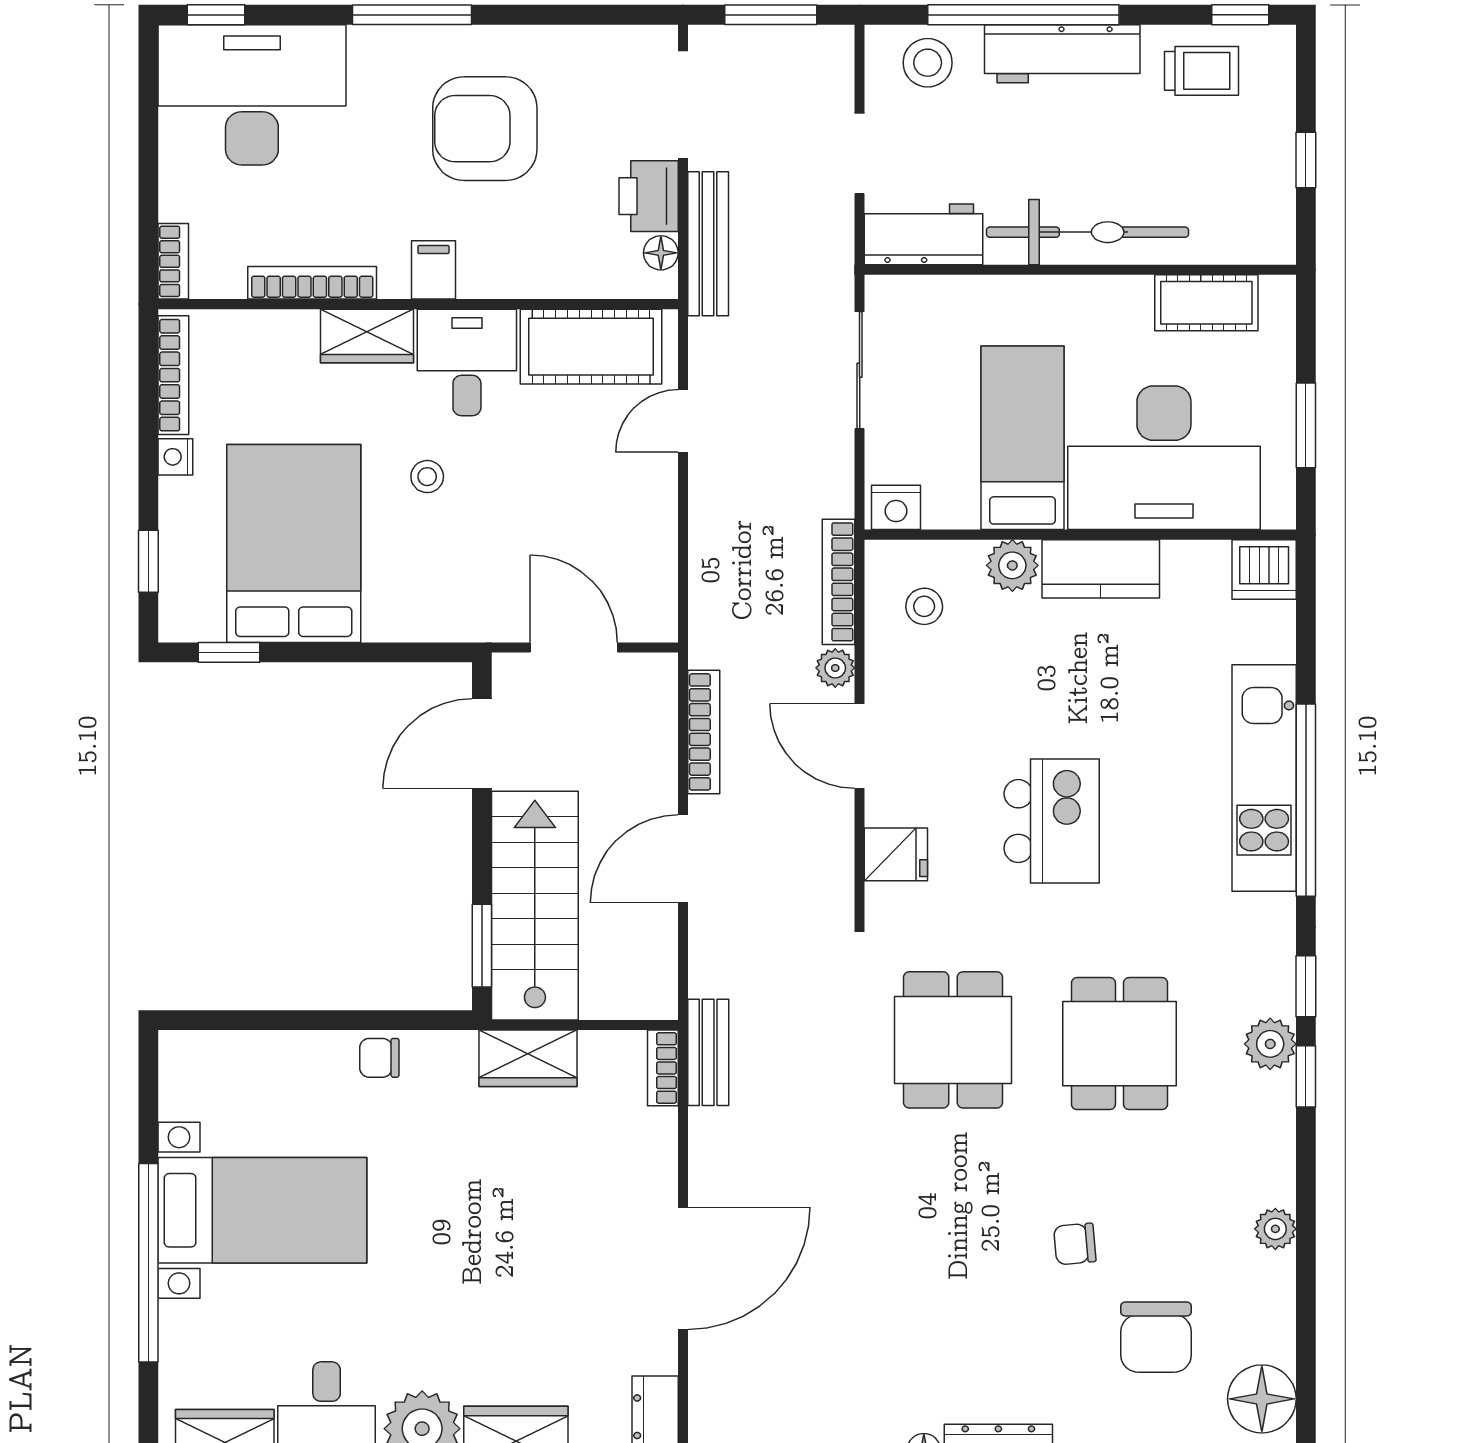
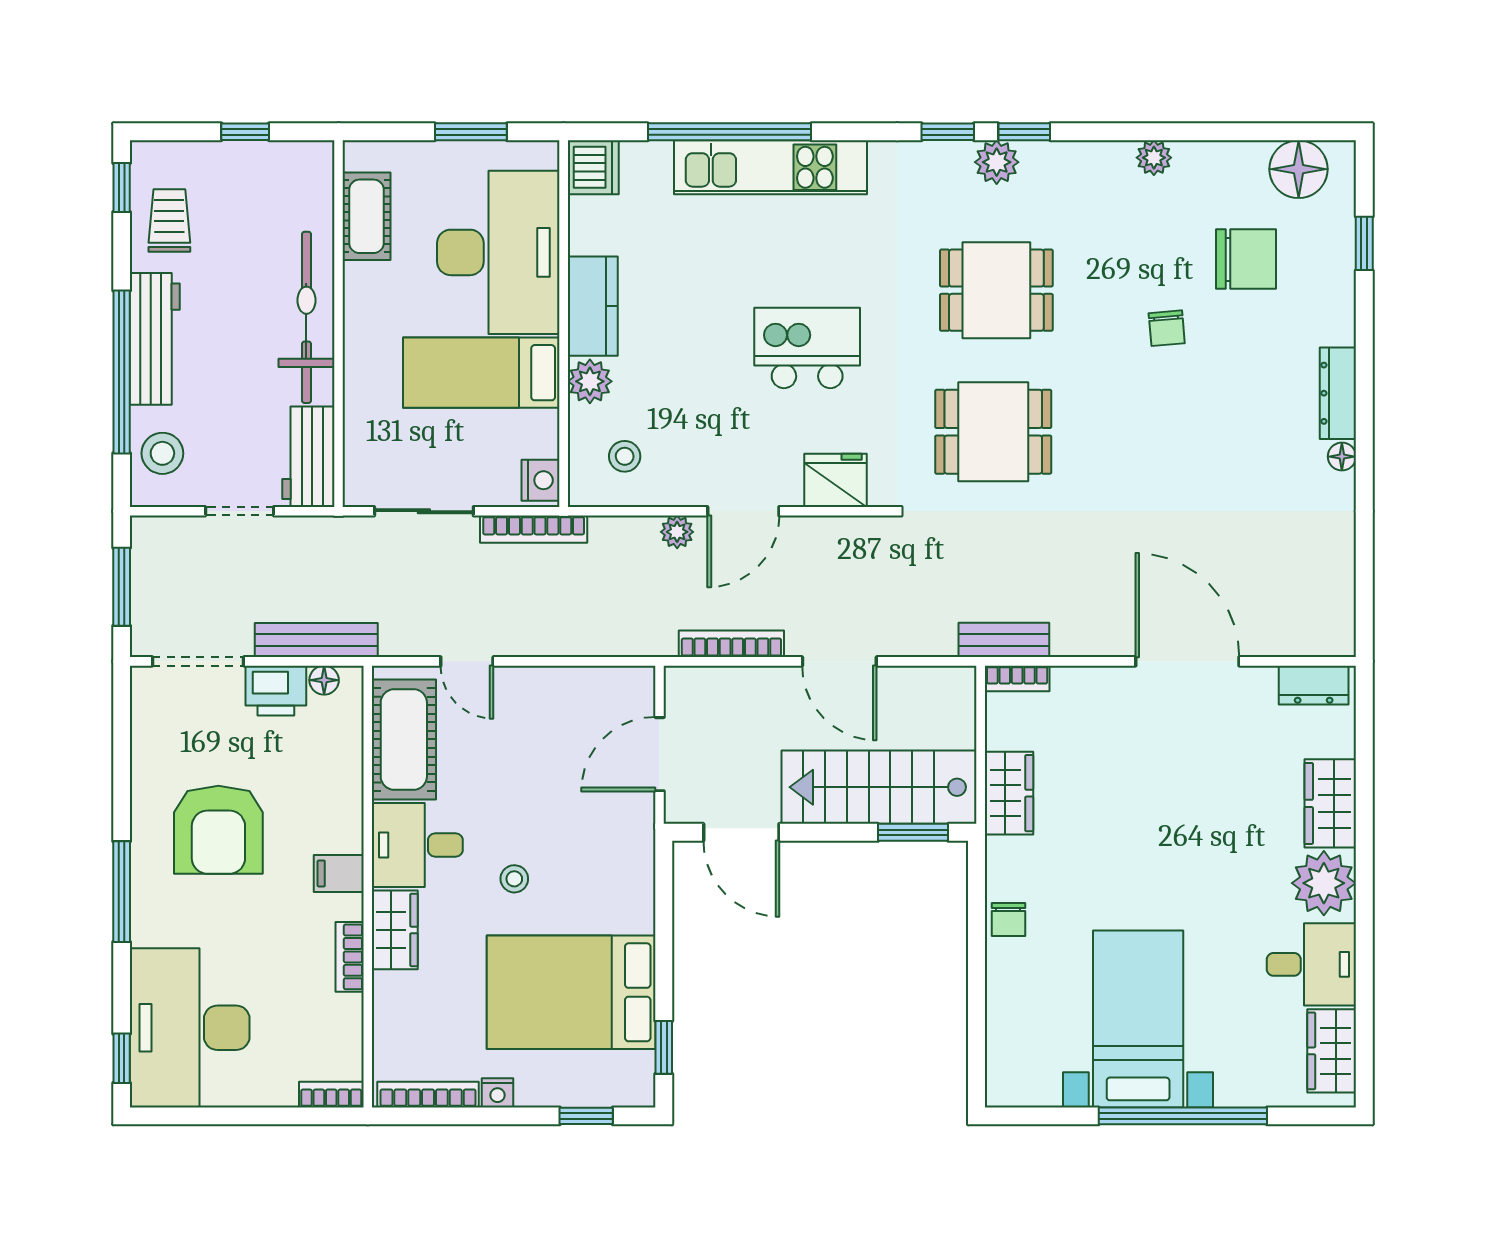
bookcase: (312, 283) -> (350, 957), width x0.64
bookcase: (839, 582) -> (534, 529), moved
window: (1306, 800) -> (730, 132), moved
fridge: (896, 854) -> (836, 480), width x1.38

